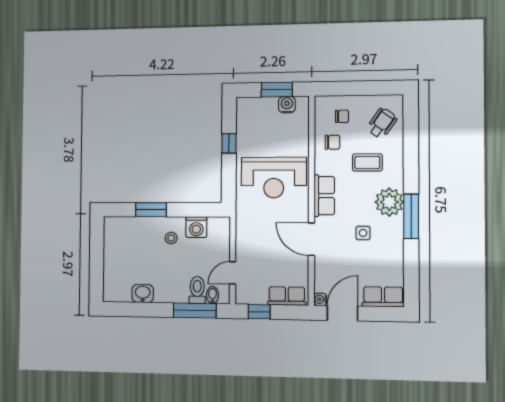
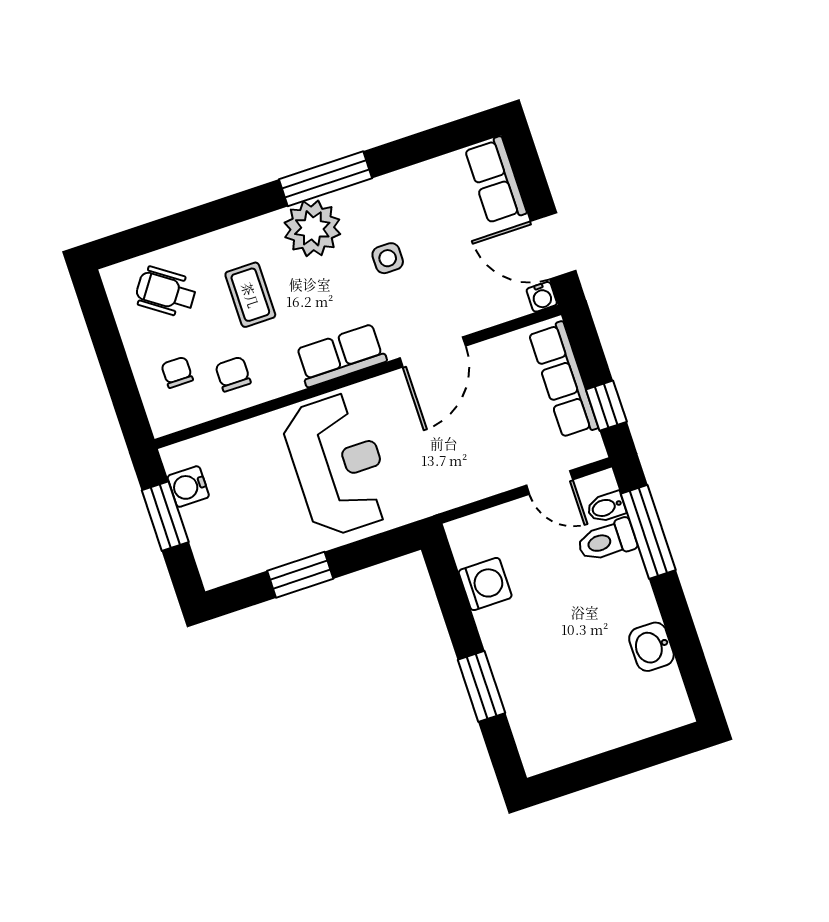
window: (229, 143) -> (300, 575), width x1.50
stool: (171, 238) -> (523, 627), removed
row of seats: (287, 296) -> (563, 380), width x1.48

